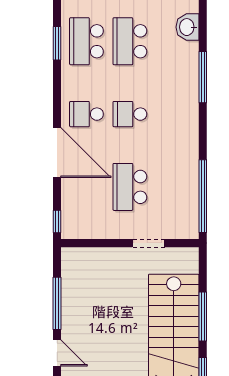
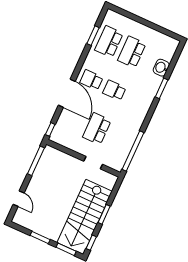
washbasin: (187, 27) -> (161, 68), moved
window: (203, 77) -> (162, 88), width x0.69
window: (57, 303) -> (36, 161), moved
window: (203, 317) -> (104, 214), width x0.69

